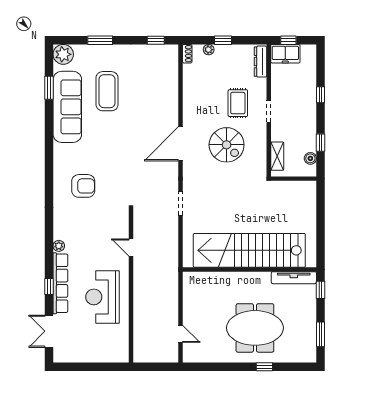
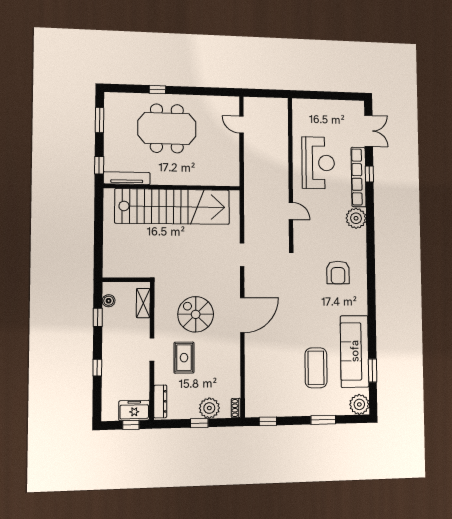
plant: (209, 50) -> (209, 408), width x1.88, depth x1.88
armchair: (83, 186) -> (338, 272), turned -90
plant: (59, 246) -> (356, 218), width x1.88, depth x1.88

